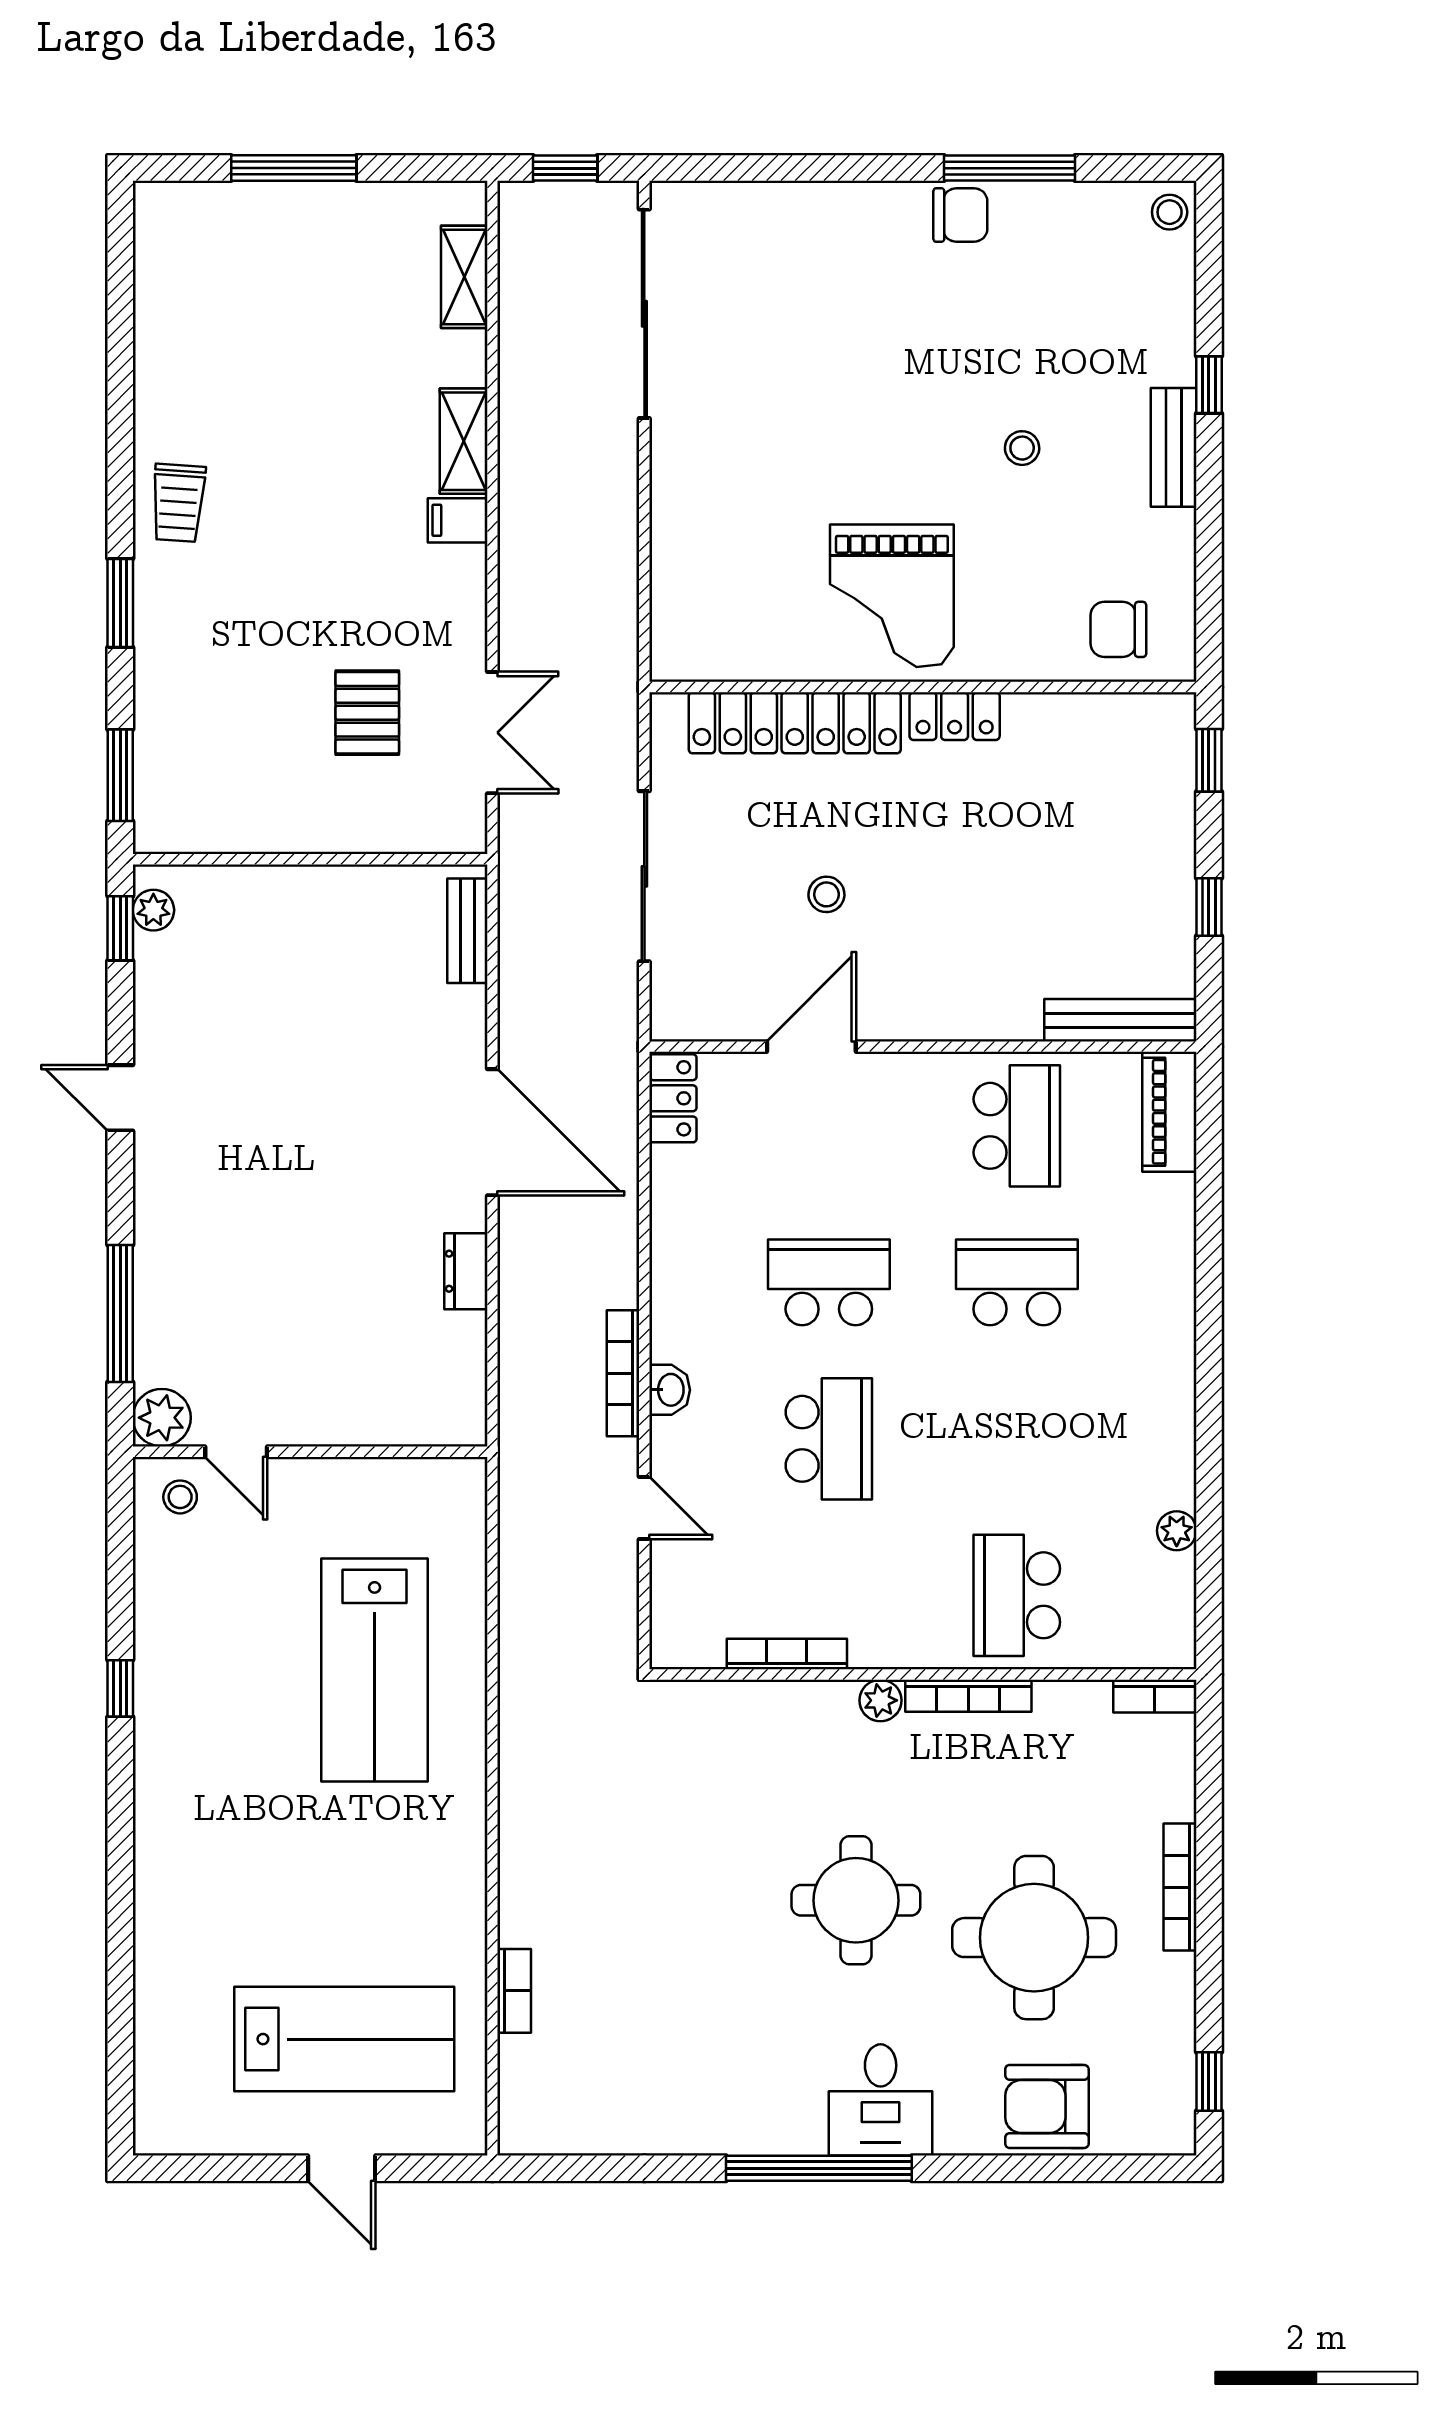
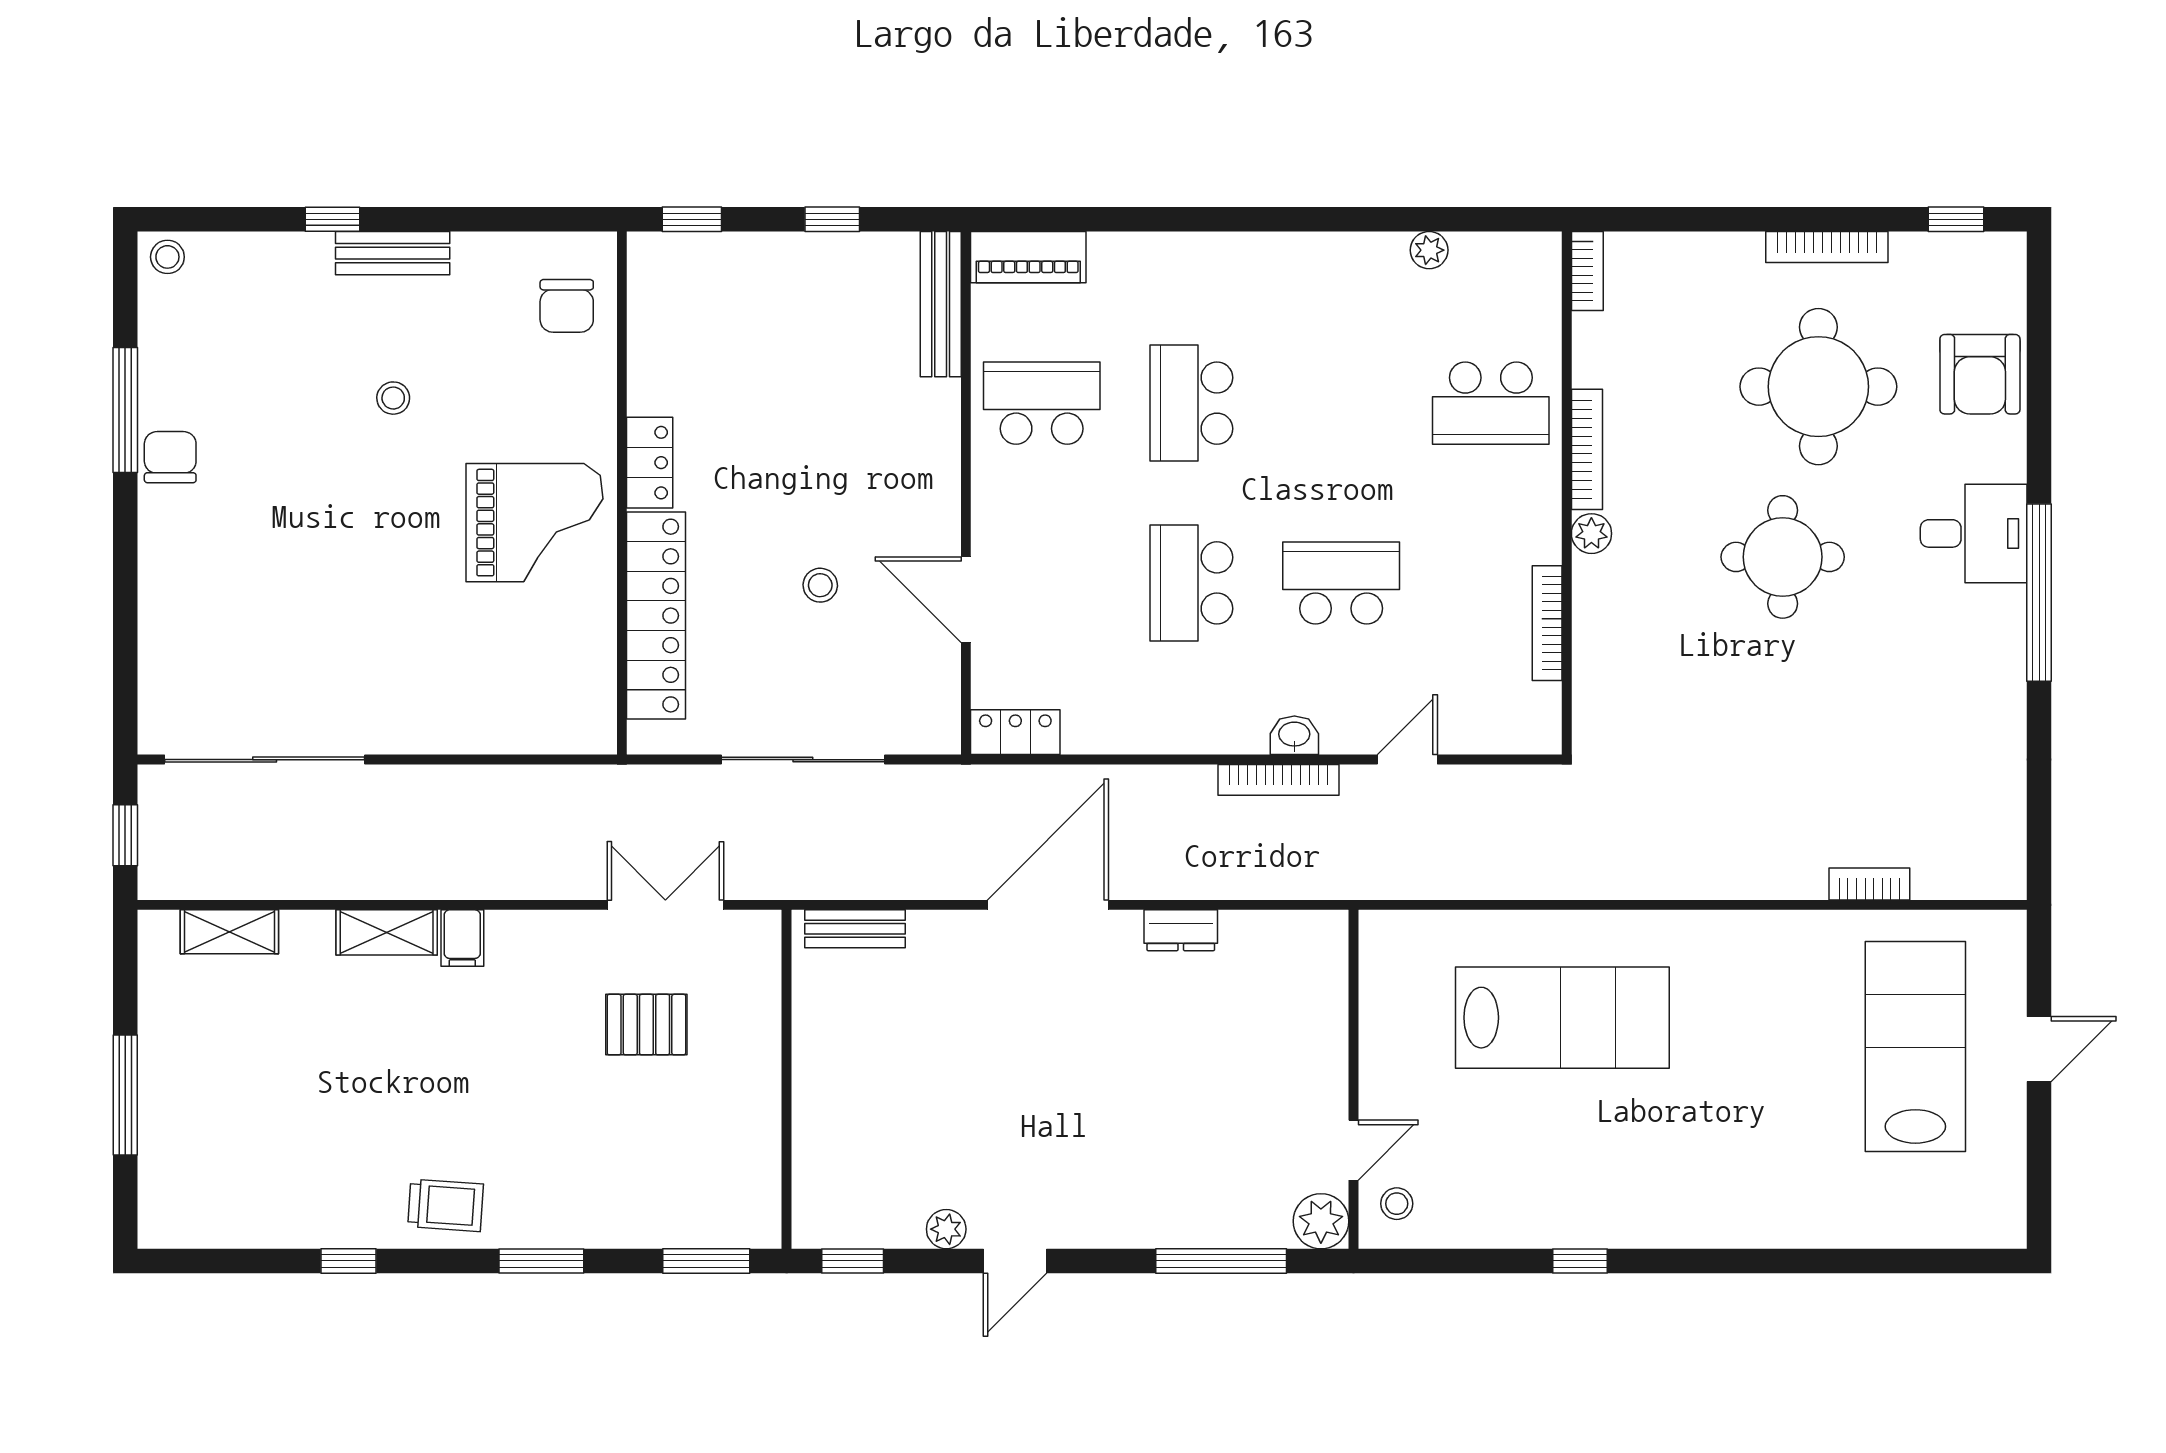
window: (120, 401) -> (348, 1261), added
plant: (153, 910) -> (946, 1229), moved
bookcase: (1180, 1887) -> (1827, 247), moved

